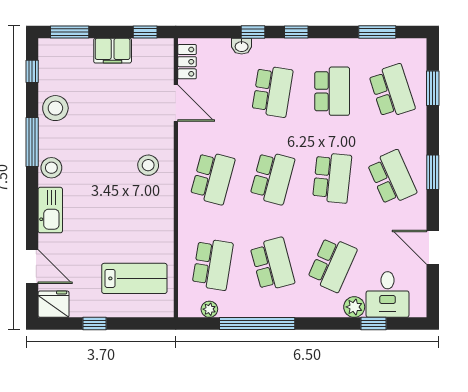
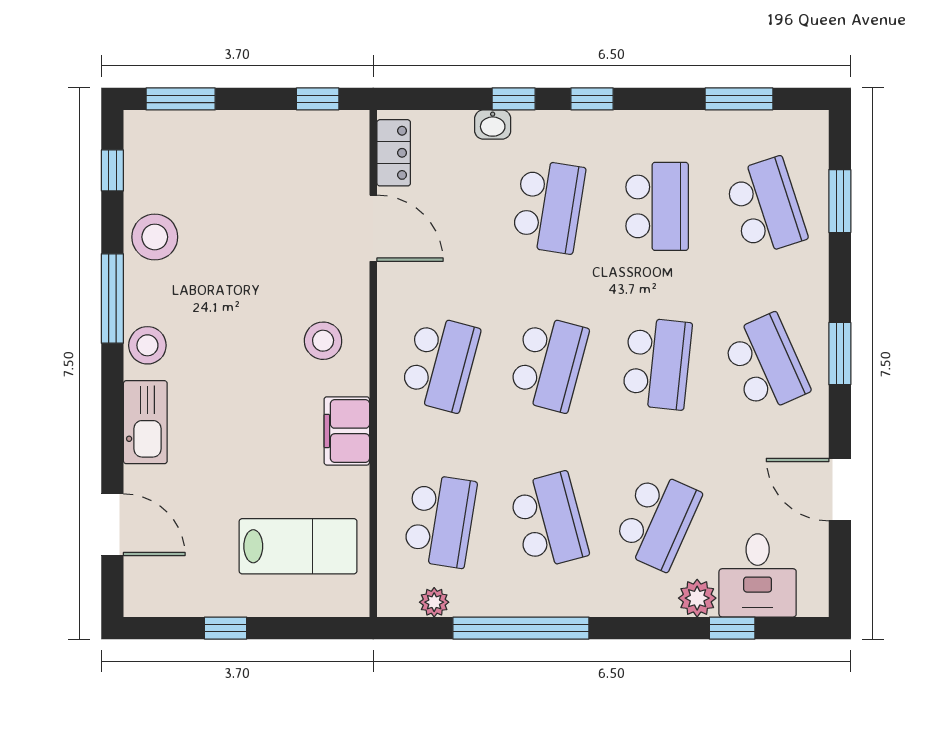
filing cabinet: (113, 51) -> (347, 431), moved, turned 90
fridge: (54, 304) -> (151, 593), removed

